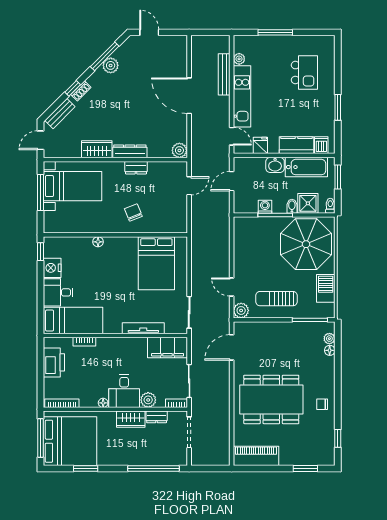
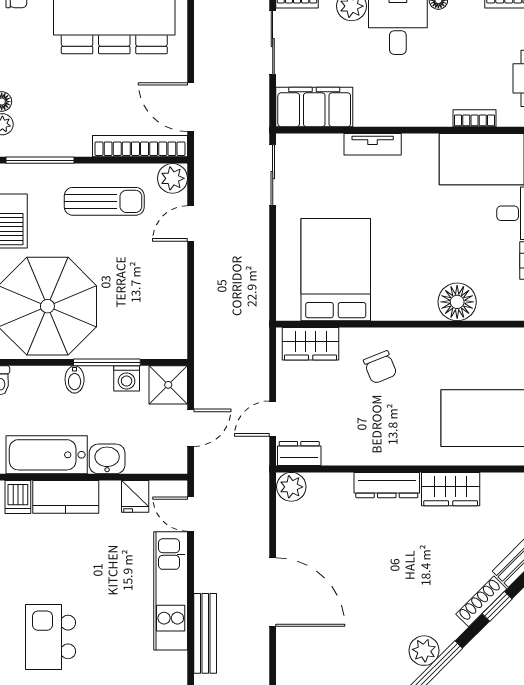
plant: (239, 59) -> (176, 663), removed
shoe rack: (81, 91) -> (481, 601), width x1.43
dresser: (136, 168) -> (299, 454), moved
shower: (308, 203) -> (168, 385), moved
wardrobe: (169, 225) -> (311, 344), added
floor lamp: (98, 242) -> (457, 302), width x1.89, depth x1.89
door: (232, 287) -> (191, 224), swing flipped
bookcase: (258, 327) -> (140, 146), added
tv unit: (143, 328) -> (373, 144), width x0.71
door: (232, 347) -> (191, 107), swing flipped

